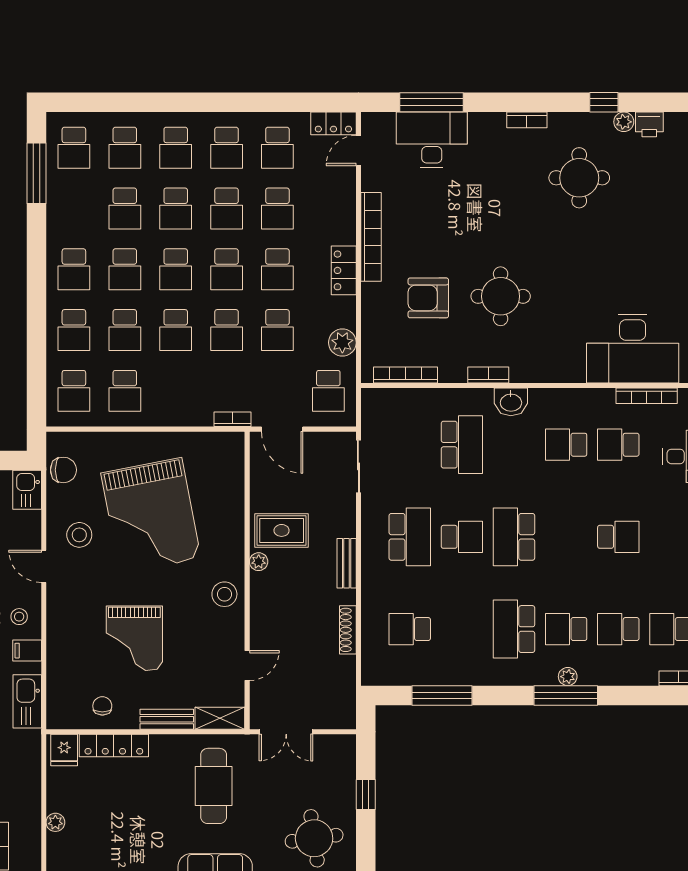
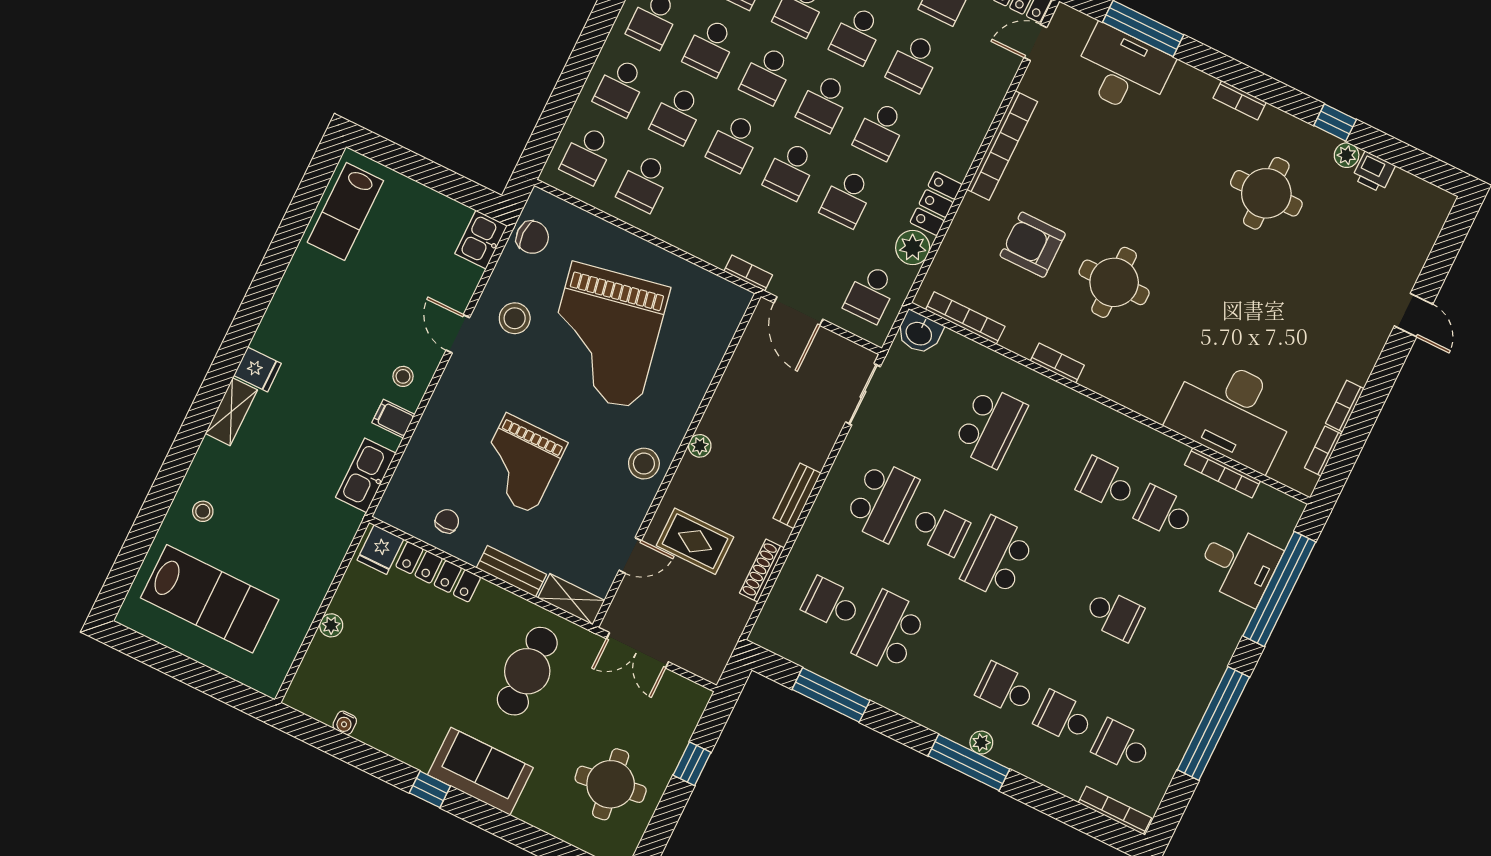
locker: (344, 270) -> (936, 203), moved
washbasin: (511, 402) -> (919, 333), moved
rug: (282, 530) -> (695, 541), moved
school desk: (514, 629) -> (889, 632), moved

